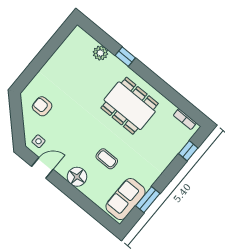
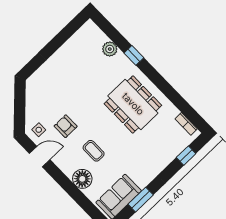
armchair: (42, 106) -> (66, 126), moved
coffee table: (107, 159) -> (94, 151), moved
floor lamp: (77, 177) -> (82, 179), moved

